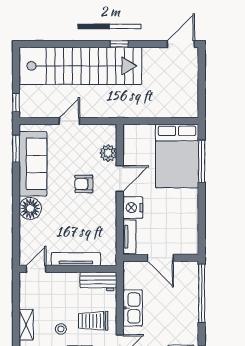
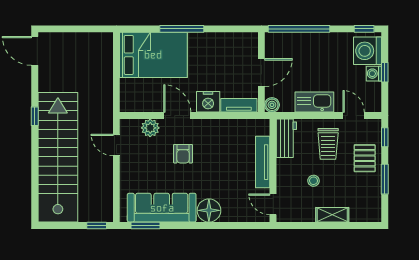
door: (69, 121) -> (116, 145), moved
window: (202, 161) -> (182, 29), moved
boiler: (130, 268) -> (272, 105), added
stool: (61, 329) -> (314, 181), moved

